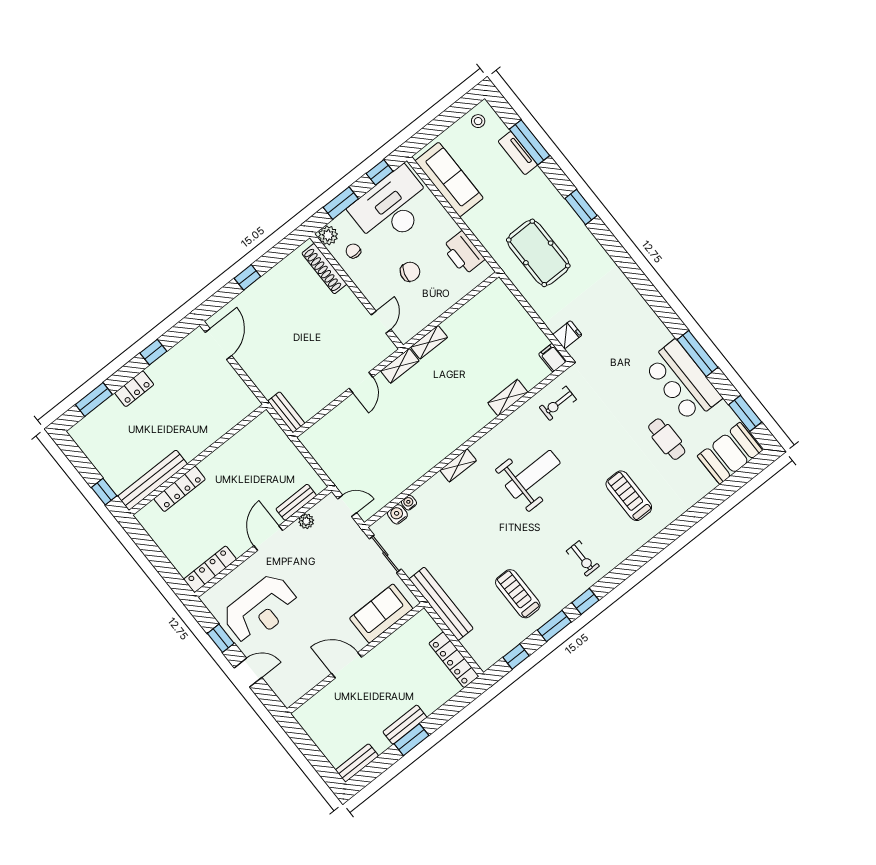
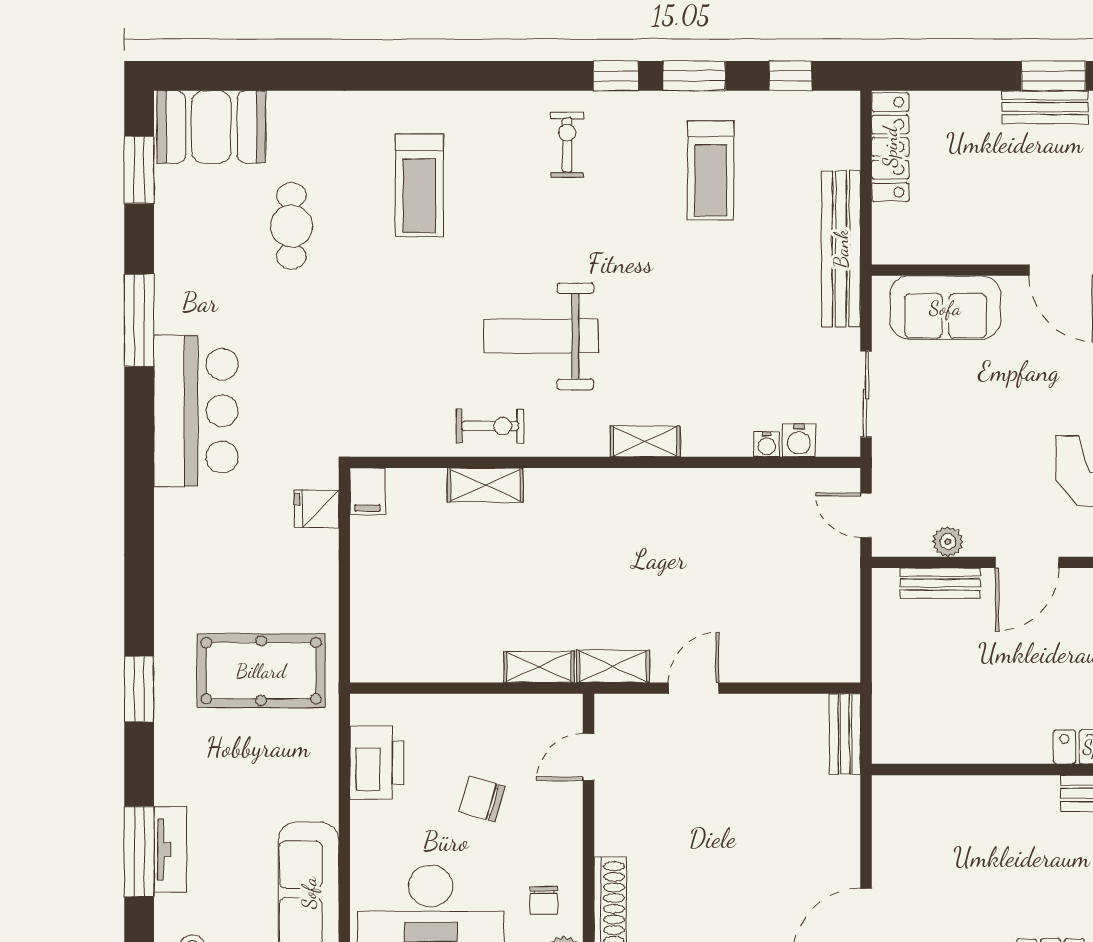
pool table: (538, 253) -> (261, 671), turned 90
bar counter: (683, 381) -> (196, 411), moved
exercise bike: (558, 403) -> (490, 426), moved

